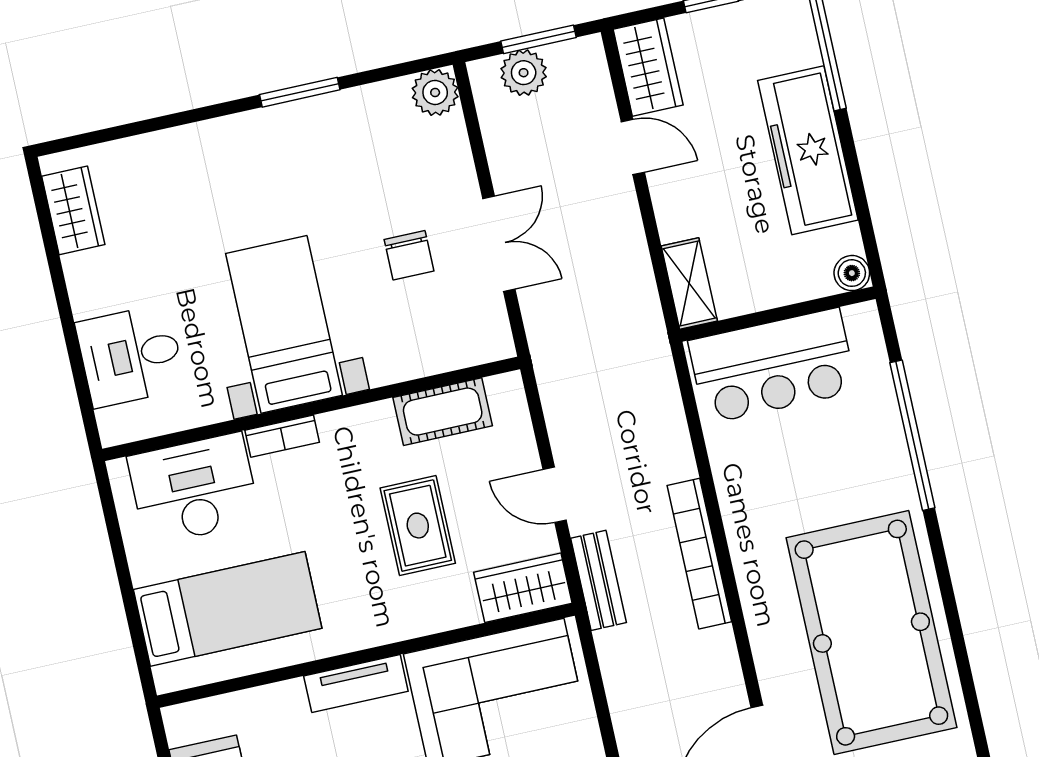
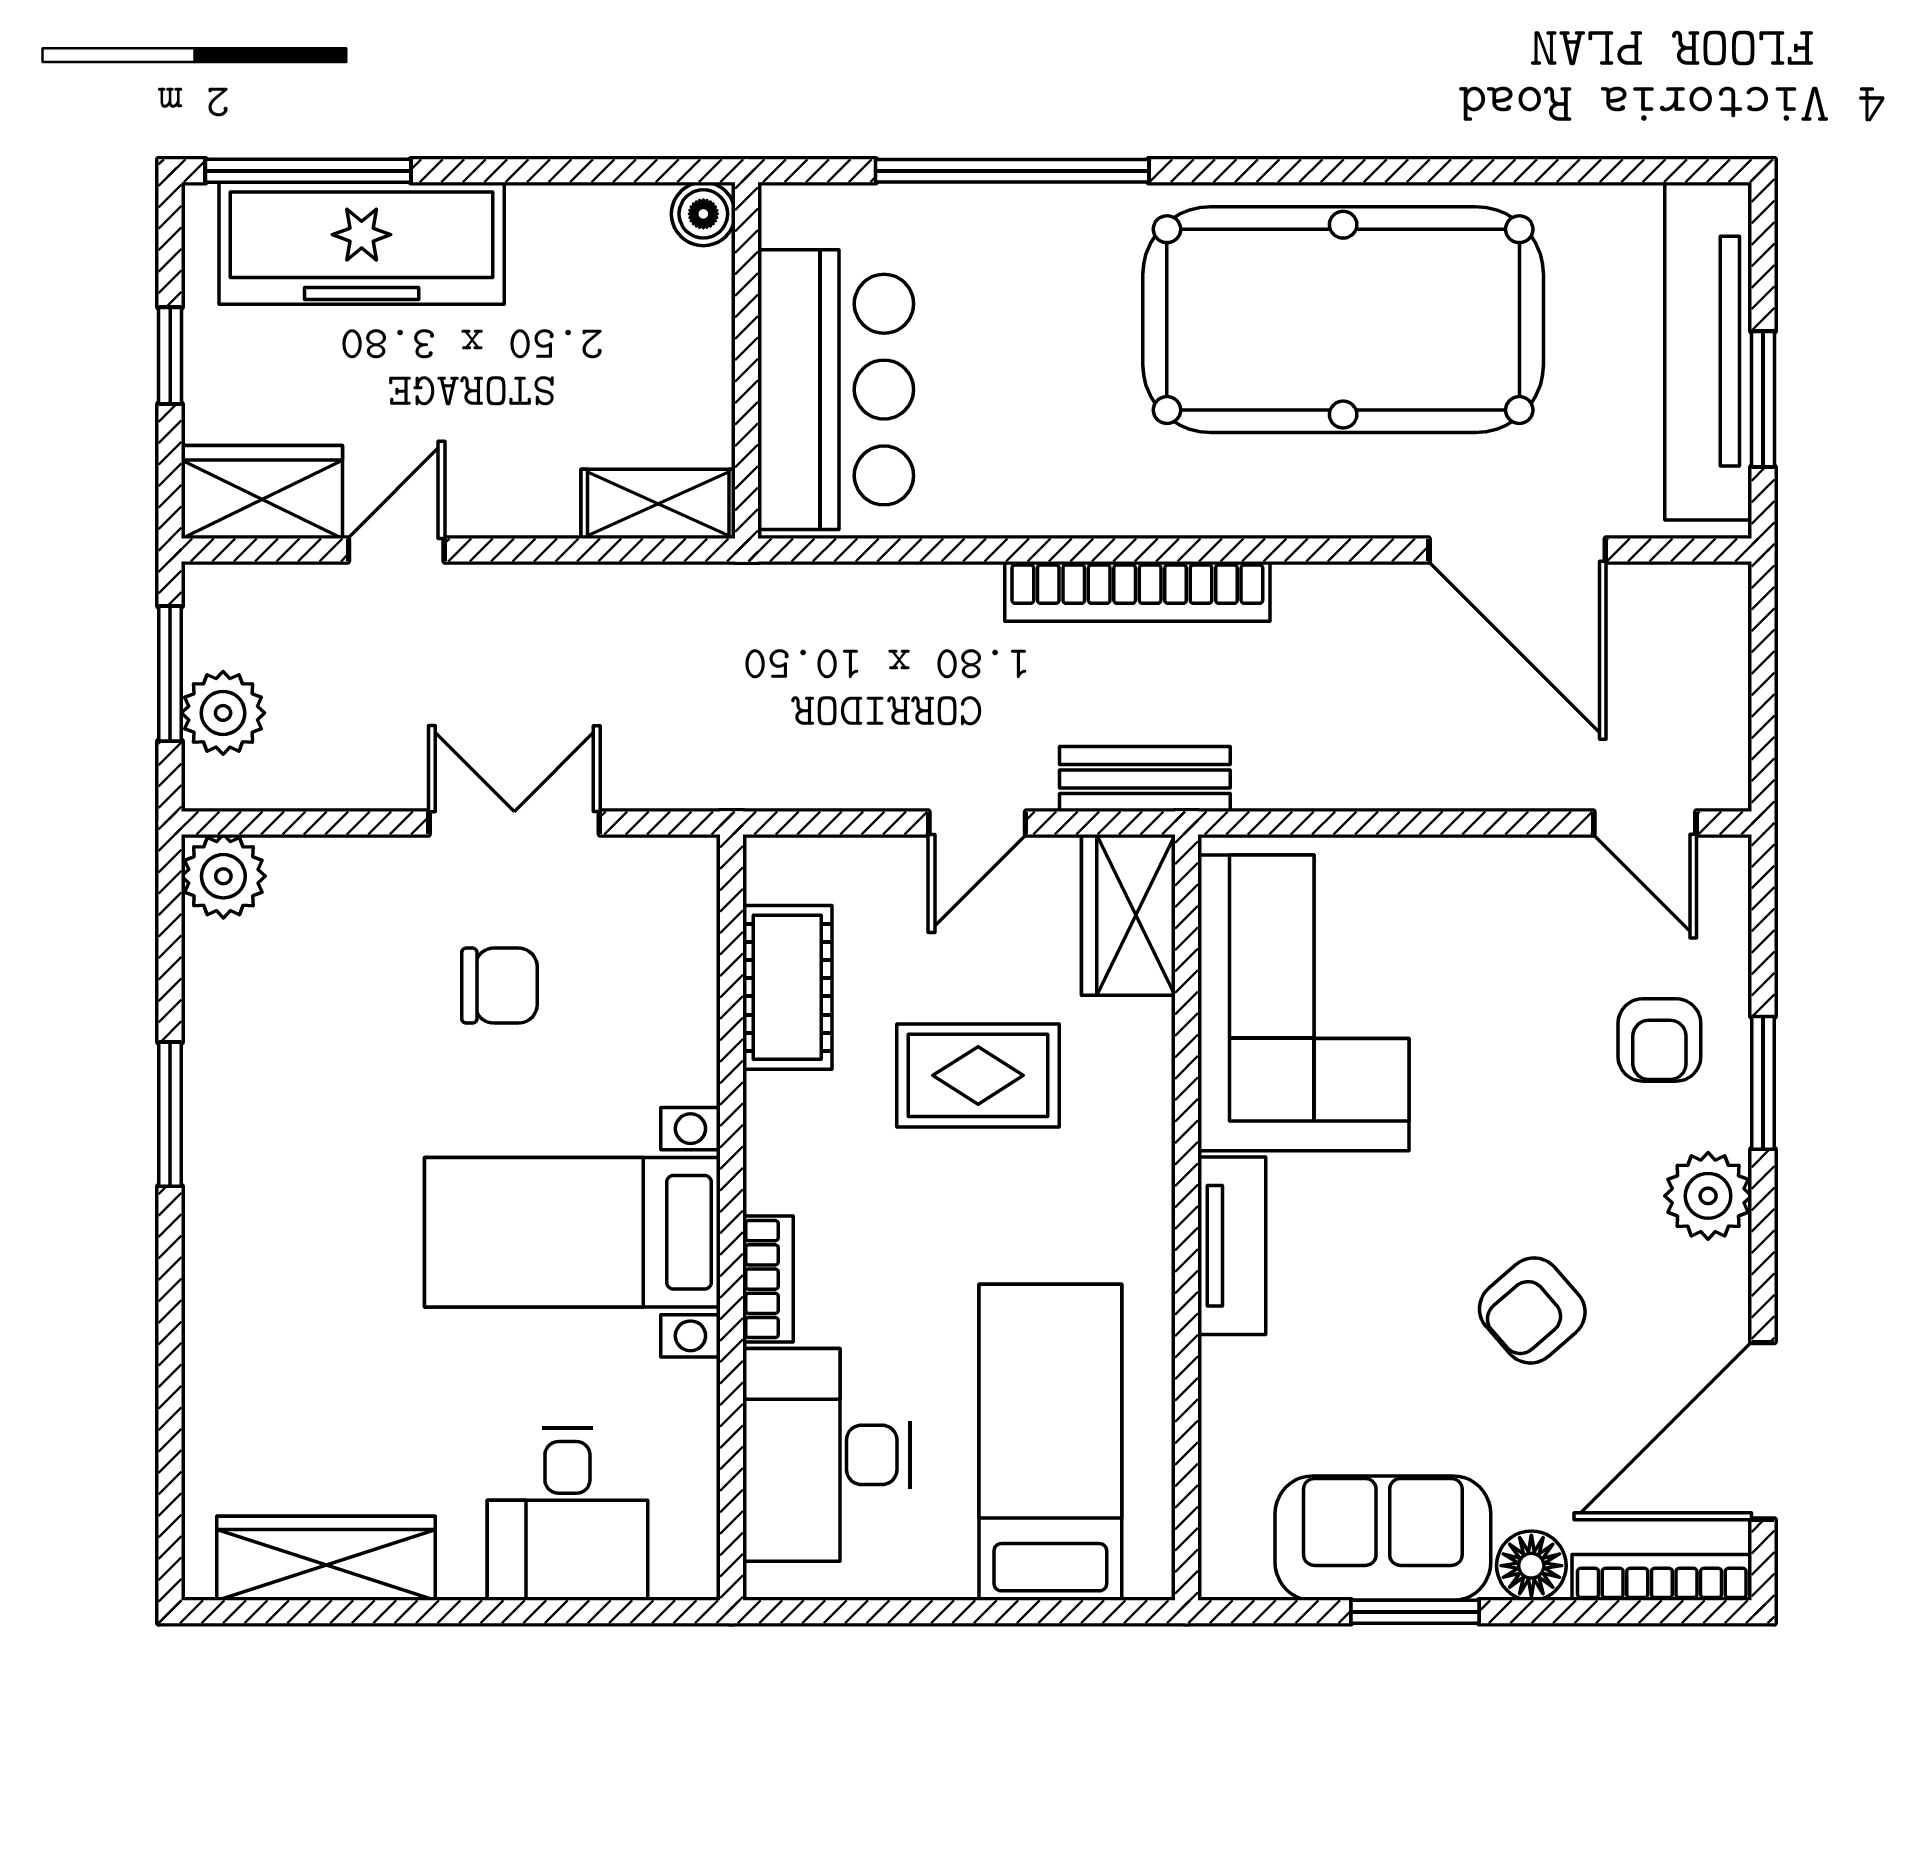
freezer: (808, 150) -> (362, 243), moved
wardrobe: (73, 210) -> (326, 1558), width x1.50

